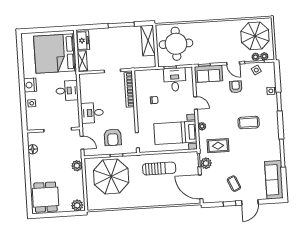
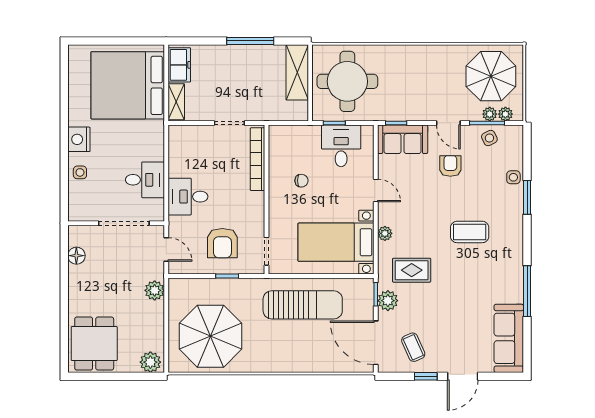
desk: (67, 91) -> (145, 180), moved
sun lounger: (159, 169) -> (303, 305), width x1.36, depth x1.34
parasol: (111, 177) -> (210, 336), moved
coffee table: (234, 184) -> (413, 347), moved

